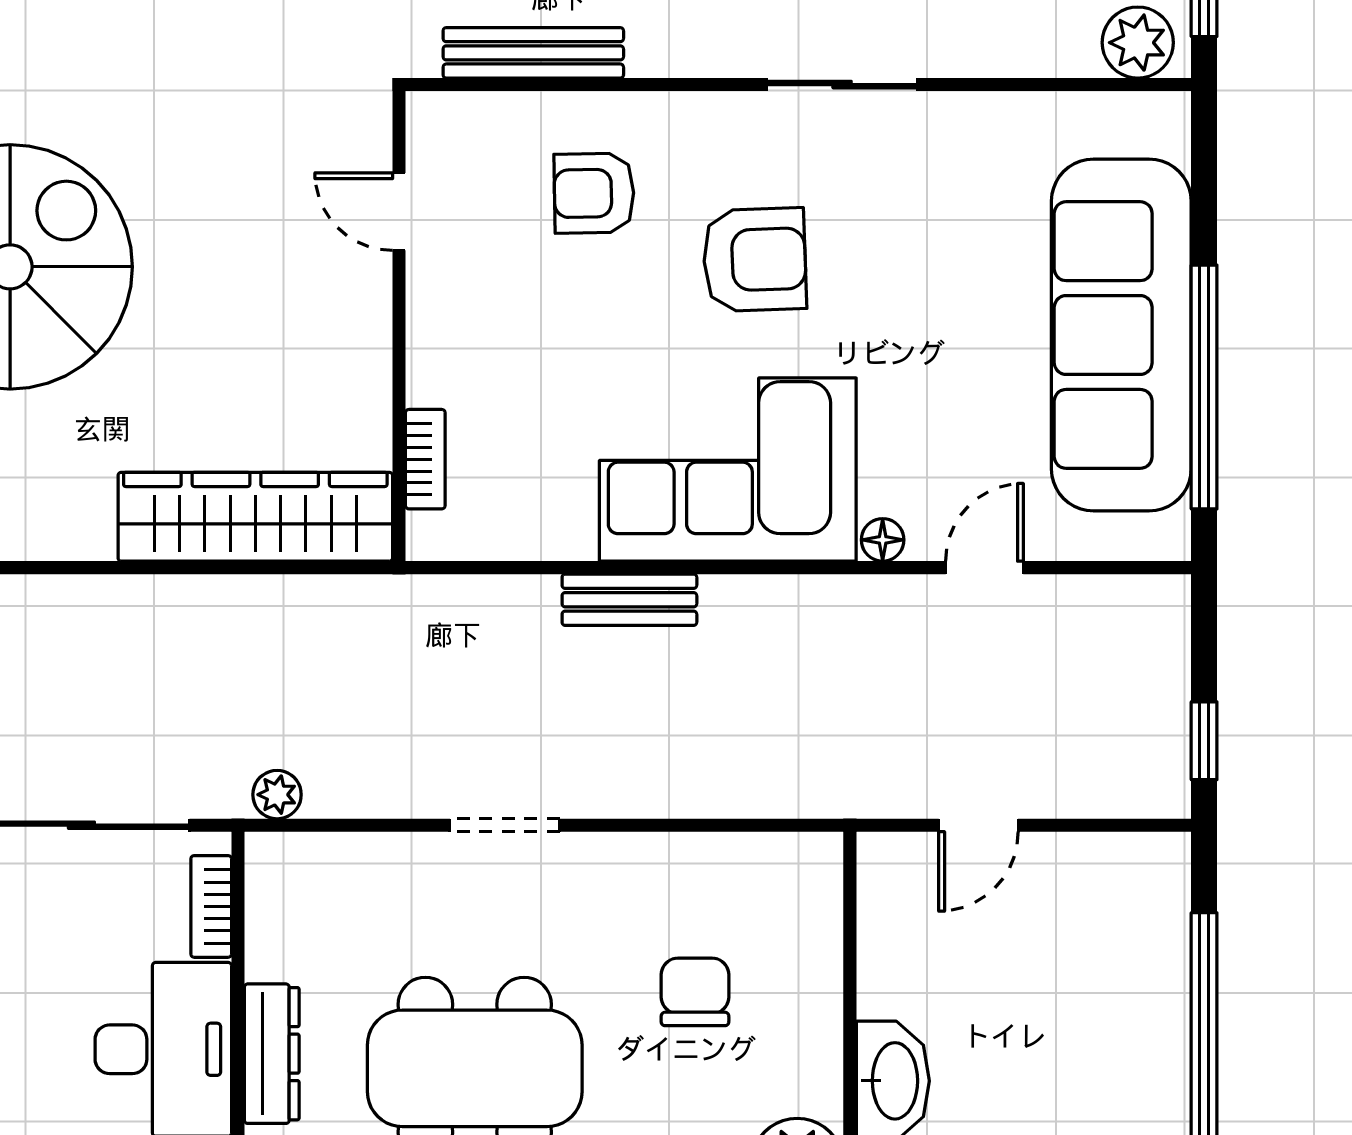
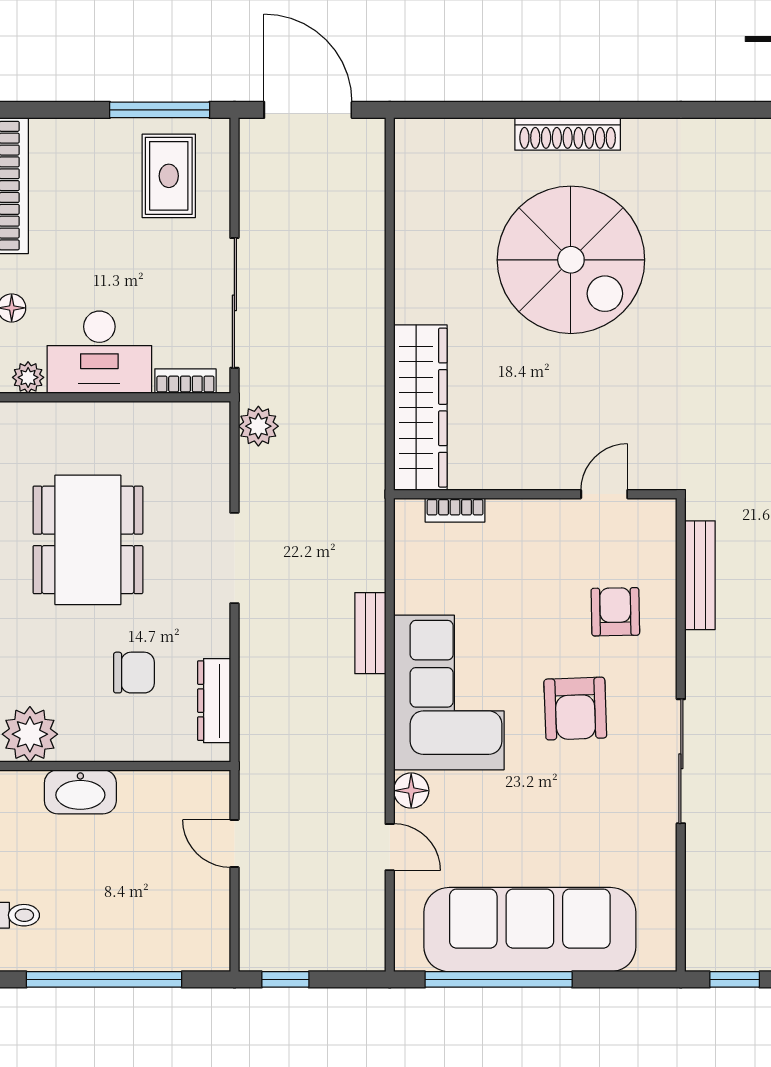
plant: (1138, 43) -> (706, 939), removed
sliding door: (842, 85) -> (681, 761), width x1.37
floor lamp: (883, 540) -> (411, 791), width x1.37, depth x1.37
plant: (277, 795) -> (258, 426), width x1.38, depth x1.38
doorway: (505, 825) -> (234, 558), width x1.38
dresser: (272, 1054) -> (214, 701), moved, turned 90

